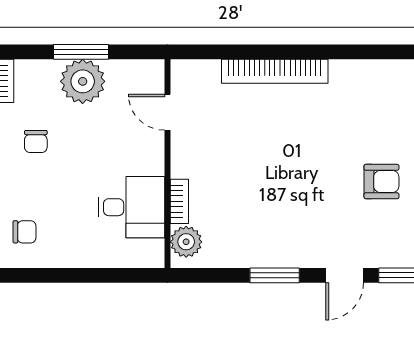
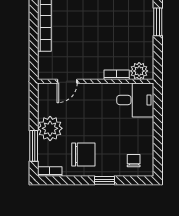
window: (81, 52) -> (34, 146), moved
chair: (36, 141) -> (83, 154), width x1.87, depth x1.87
desk: (131, 207) -> (135, 100), moved, turned 90

